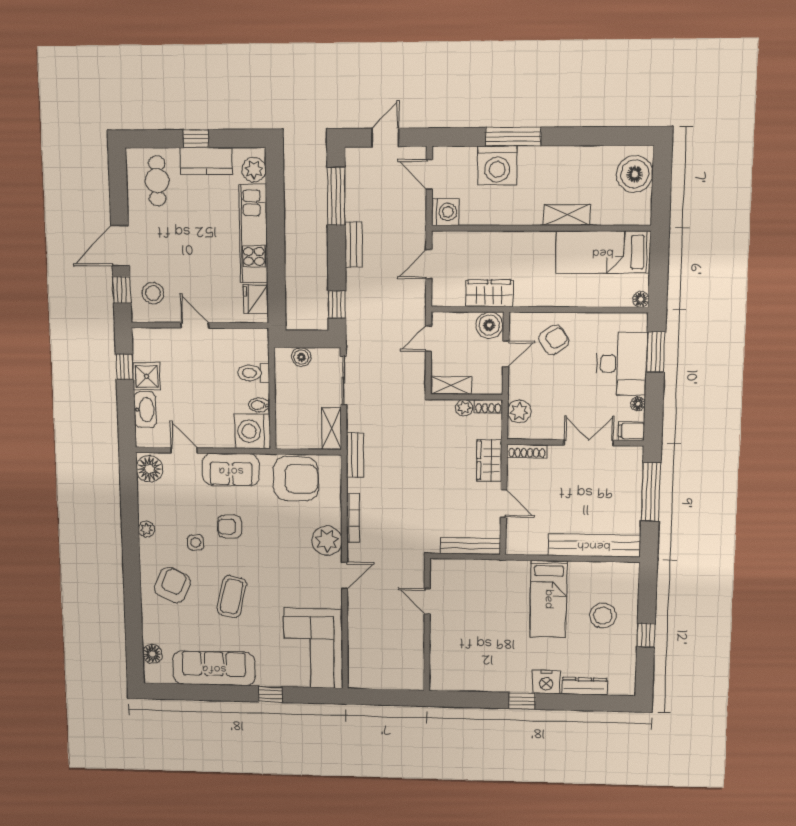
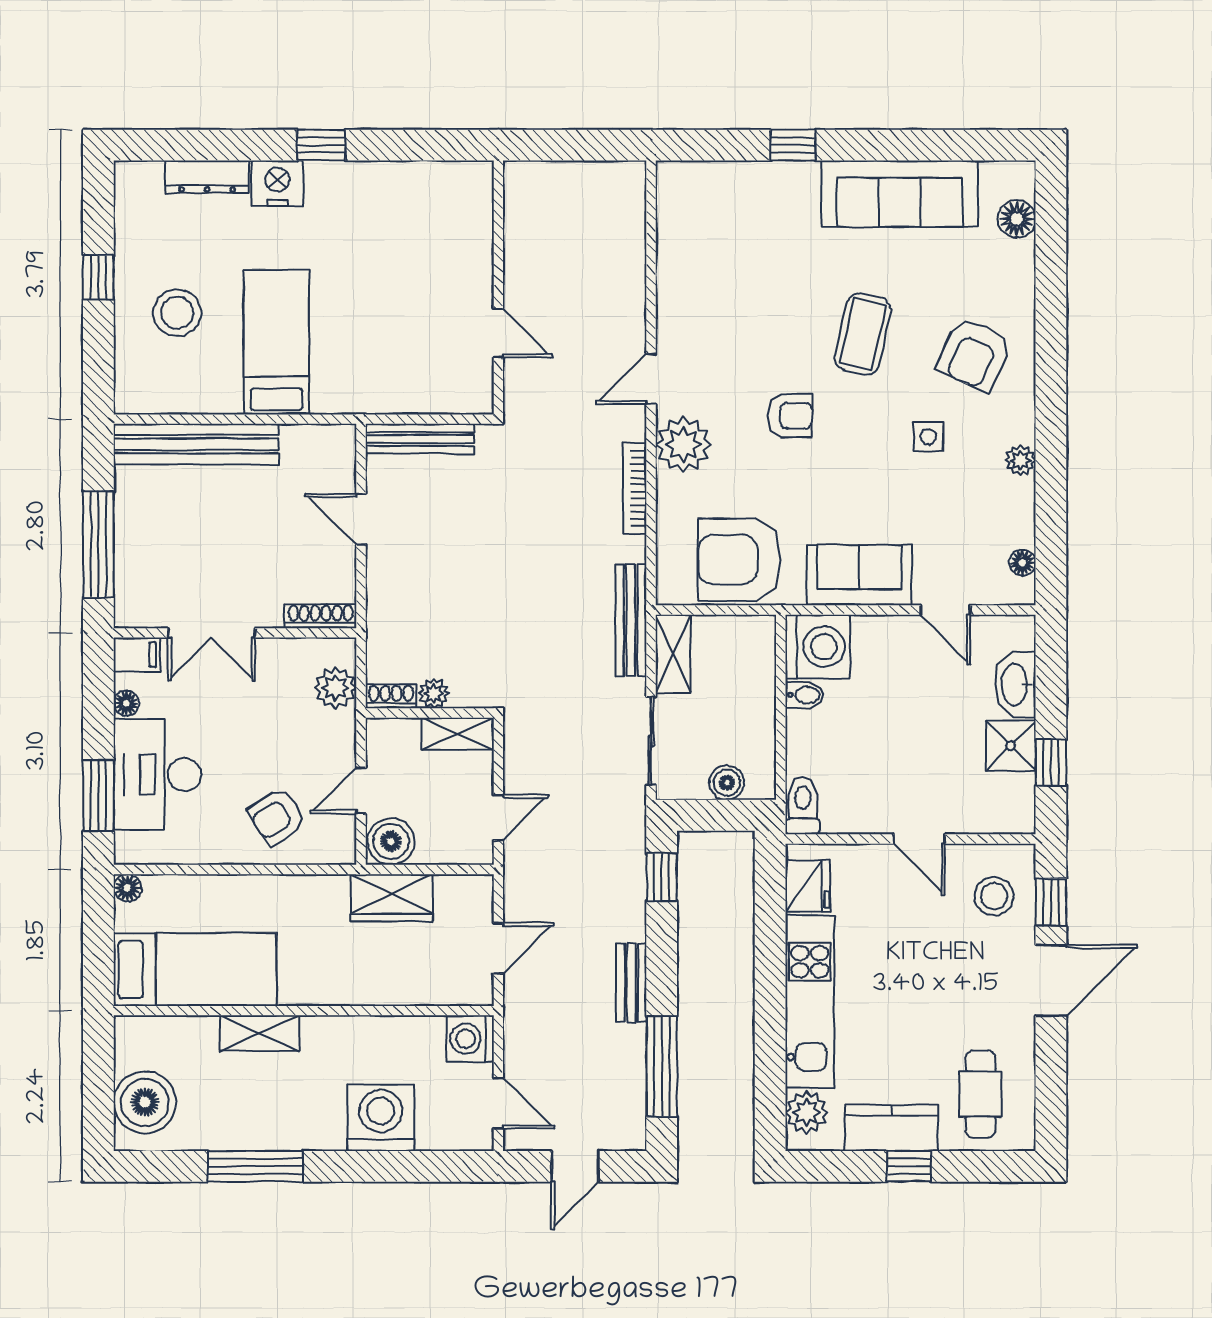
window: (513, 137) -> (256, 1166), moved
toilet: (254, 373) -> (803, 806), moved, turned -90
bench: (355, 455) -> (631, 620), width x1.36
wardrobe: (489, 460) -> (388, 598), removed
floor lamp: (150, 469) -> (1023, 563), width x0.53, depth x0.53
armchair: (230, 527) -> (790, 416), moved
corner sofa: (313, 648) -> (711, 237), removed

